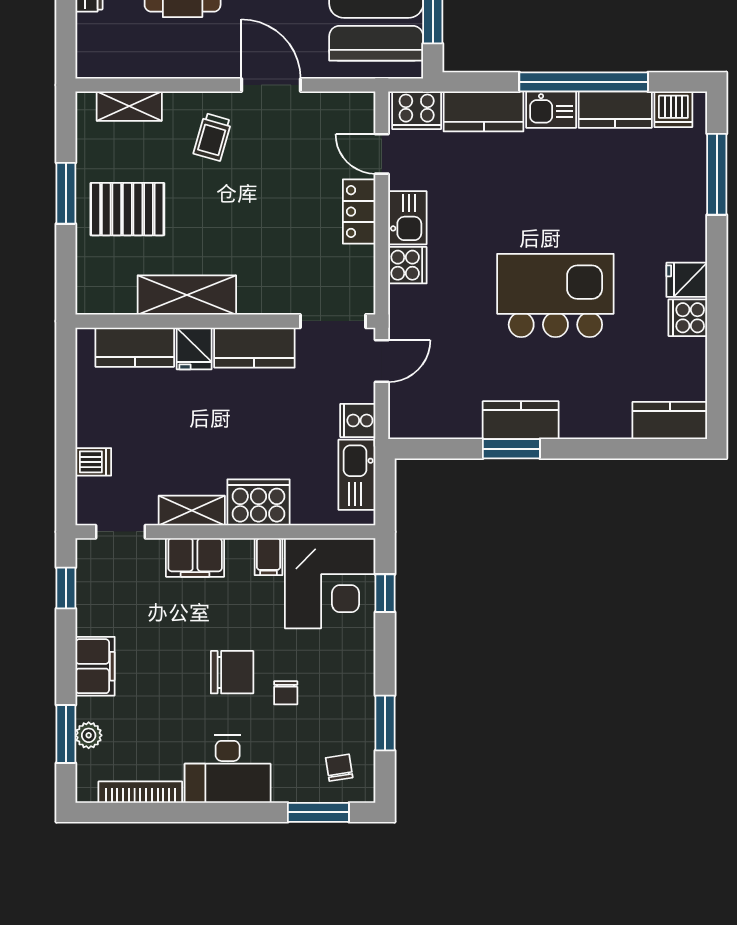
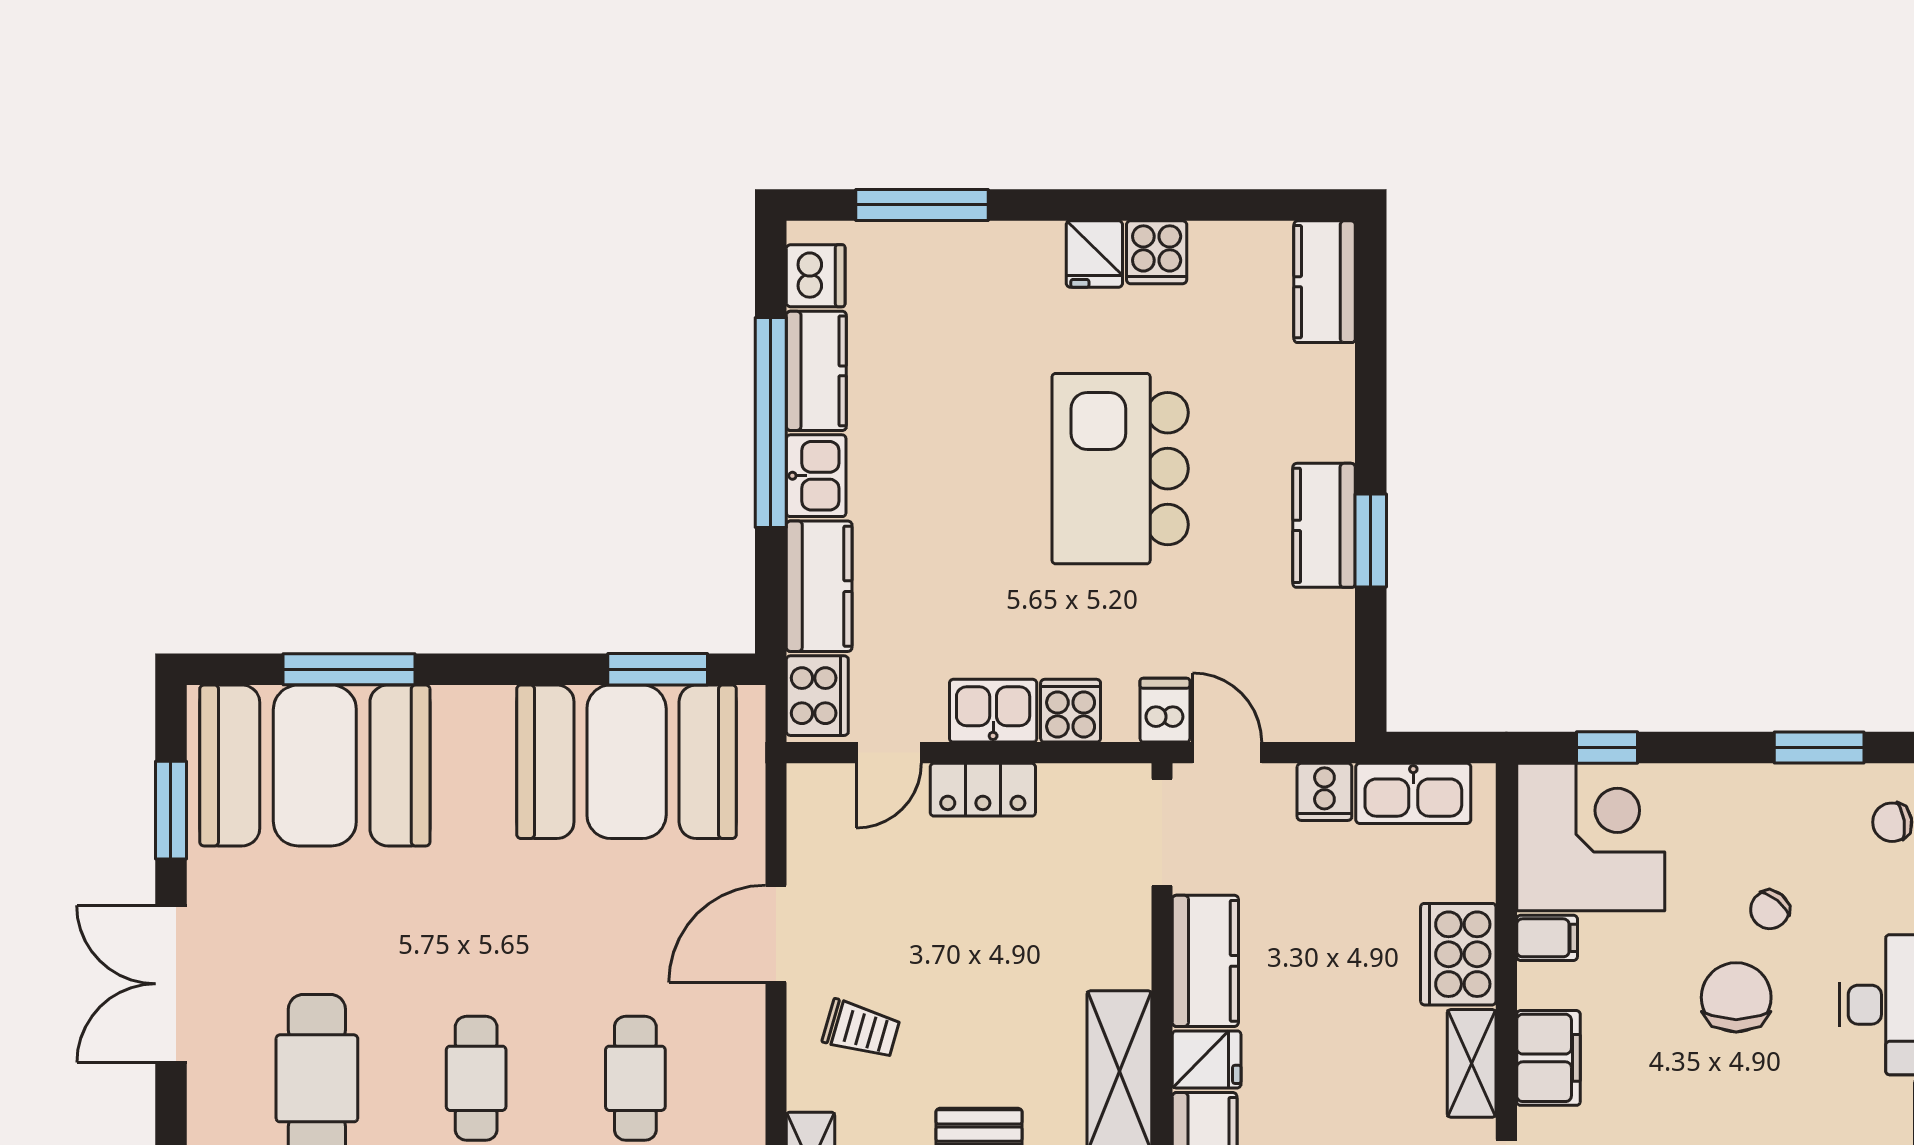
dishwasher: (408, 323) -> (1165, 710), added
chair: (286, 693) -> (1770, 910), turned 129

